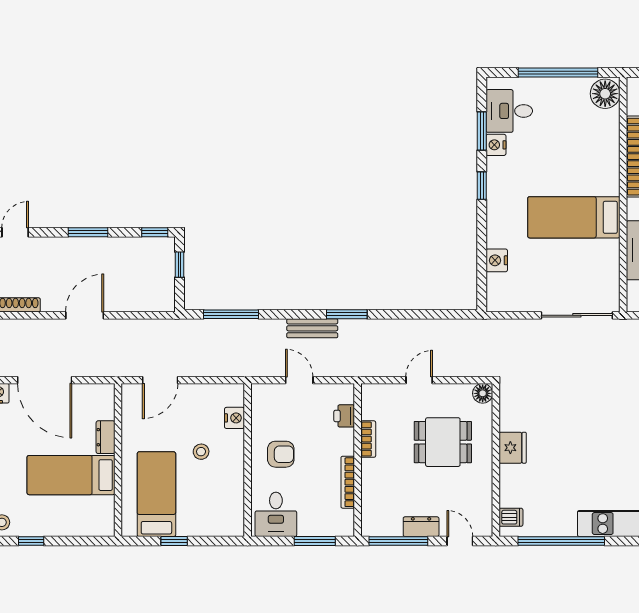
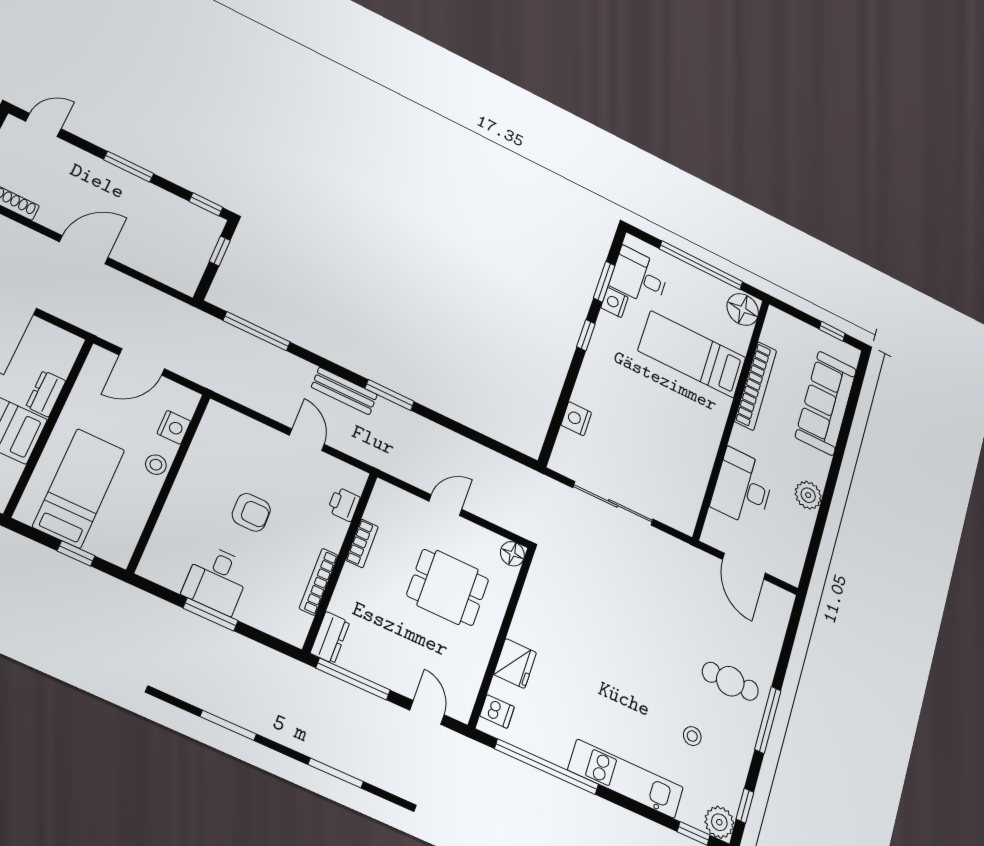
bed: (574, 217) -> (692, 354), moved
sliding door: (577, 315) -> (613, 503), moved
nightstand: (234, 418) -> (174, 427), moved
fridge: (513, 448) -> (515, 663), moved
wall: (248, 460) -> (169, 482), moved
dresser: (421, 527) -> (330, 638), moved, turned 90
window: (315, 541) -> (211, 614), moved

